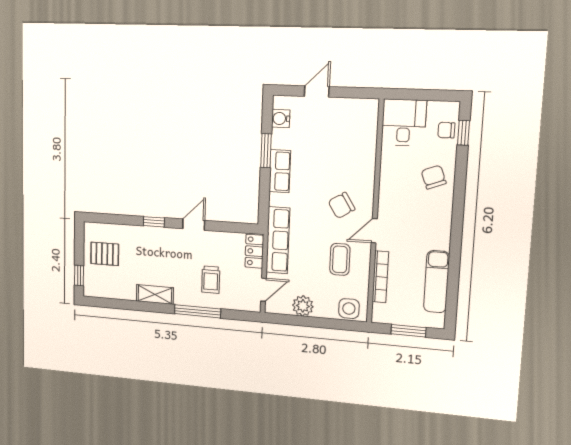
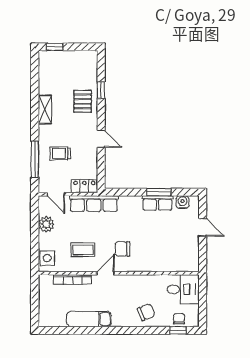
row of seats: (280, 171) -> (157, 203), moved
chair: (341, 205) -> (122, 249), turned -58
window: (154, 222) -> (101, 90), moved
door: (374, 231) -> (106, 273), hinge flipped
pallet: (105, 254) -> (83, 101), moved
exam couch: (437, 282) -> (89, 319), moved
window: (198, 311) -> (35, 159), moved
window: (408, 331) -> (35, 302), removed

